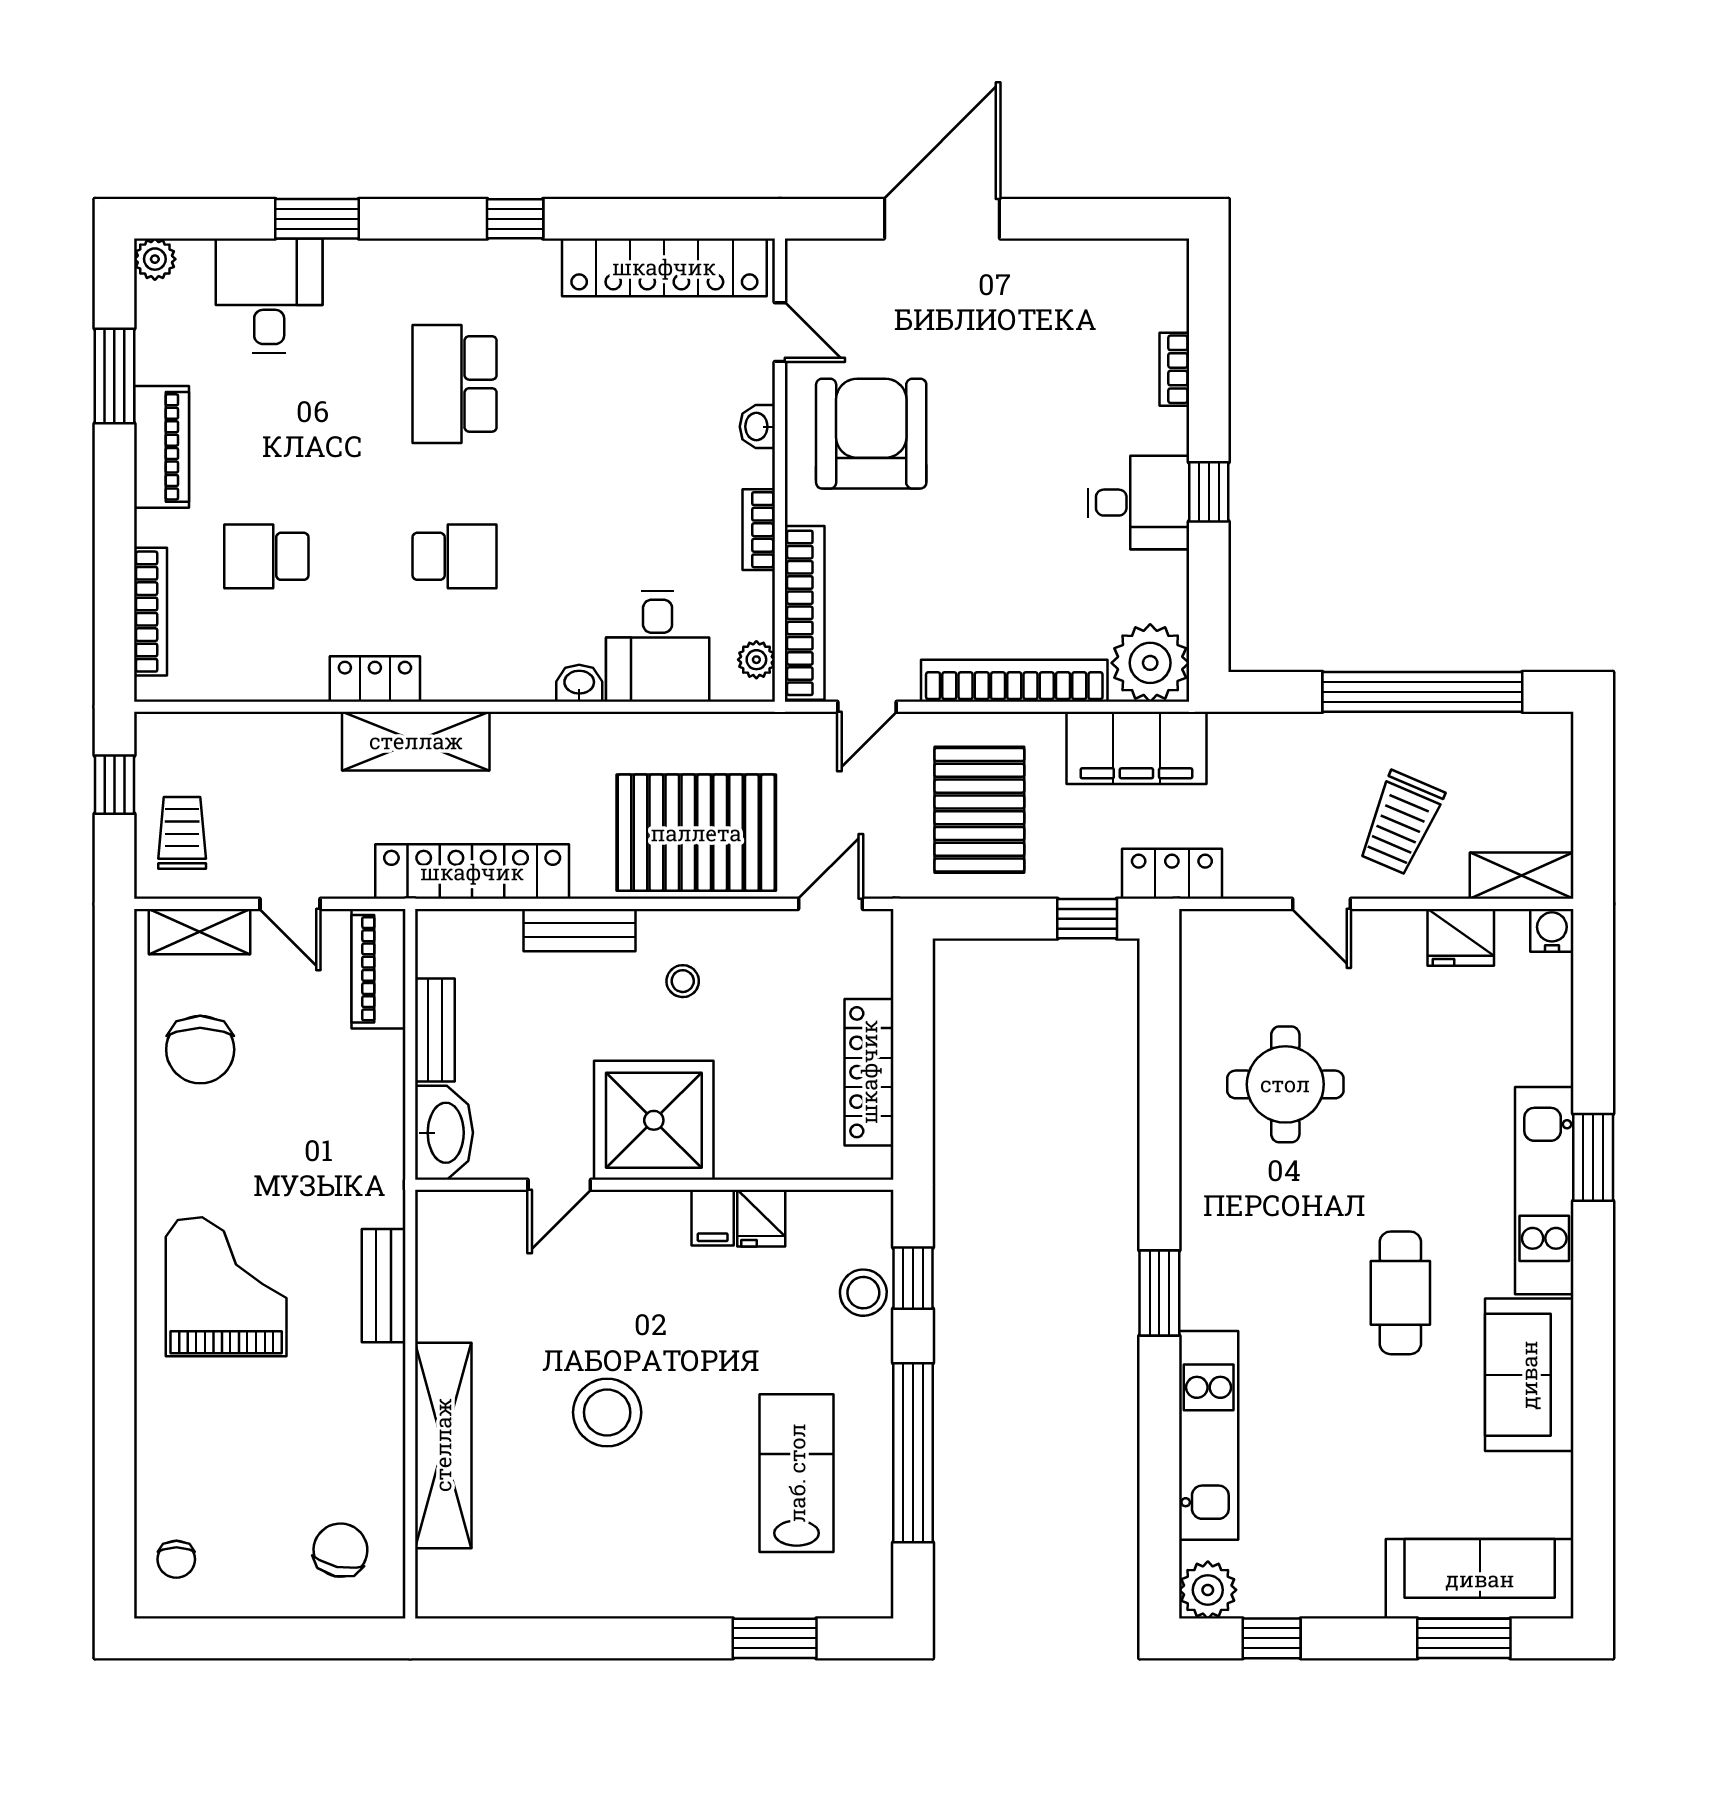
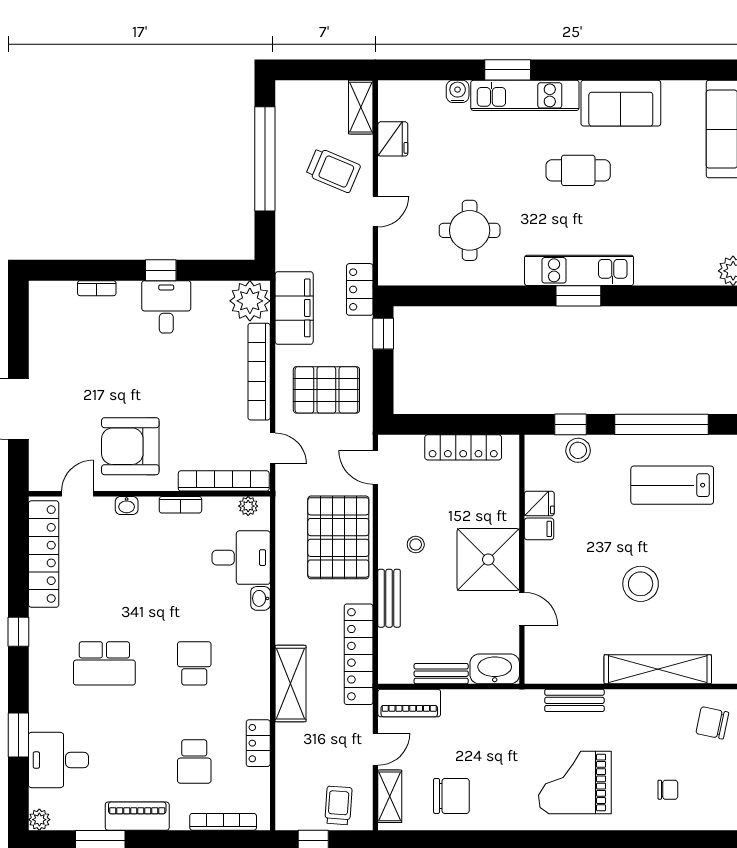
locker: (375, 679) -> (258, 743), moved
trolley: (182, 833) -> (338, 805), turned 94
water cooler: (1552, 930) -> (458, 91), moved, turned 90
kitchen unit: (1209, 1435) -> (579, 270), moved
chair: (176, 1559) -> (668, 790), moved

